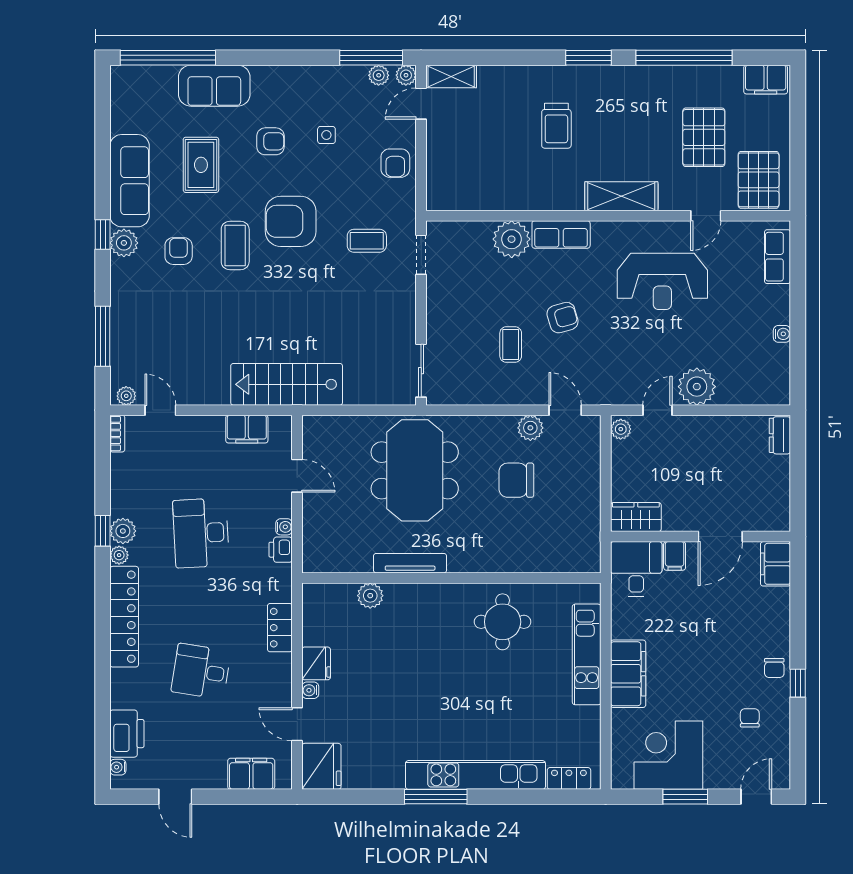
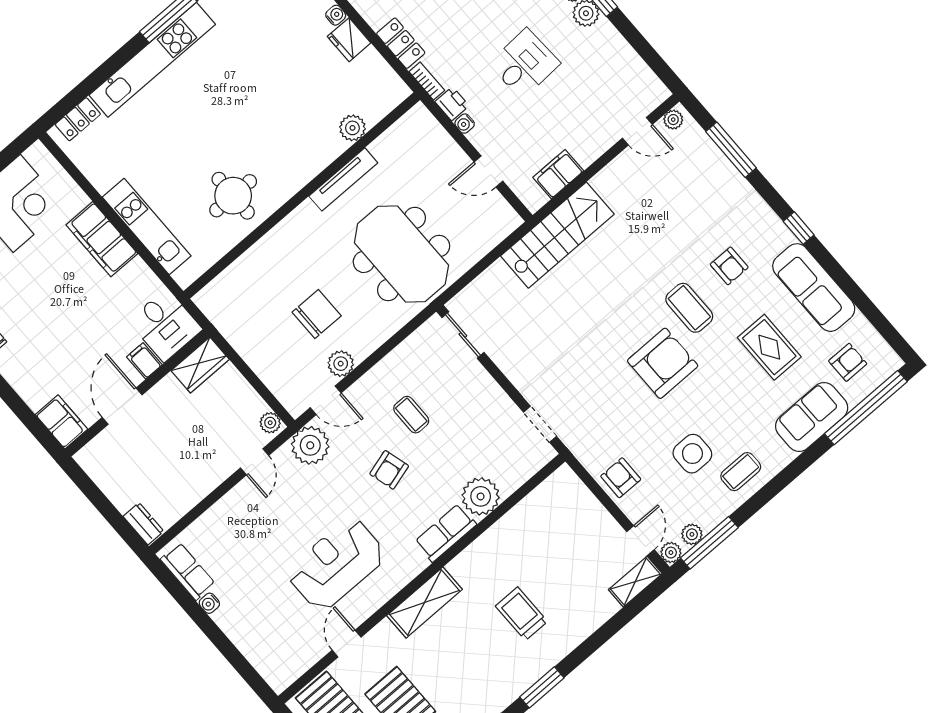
side table: (326, 135) -> (692, 454), width x1.87, depth x1.87
armchair: (270, 141) -> (848, 362), moved, turned 180
coffee table: (367, 241) -> (741, 472), moved
plant: (124, 243) -> (777, 236), removed
row of seats: (777, 257) -> (188, 571), moved
plant: (697, 387) -> (310, 445), moved
bookcase: (117, 434) -> (427, 81), moved, turned 180
desk: (201, 533) -> (524, 64), width x0.73

